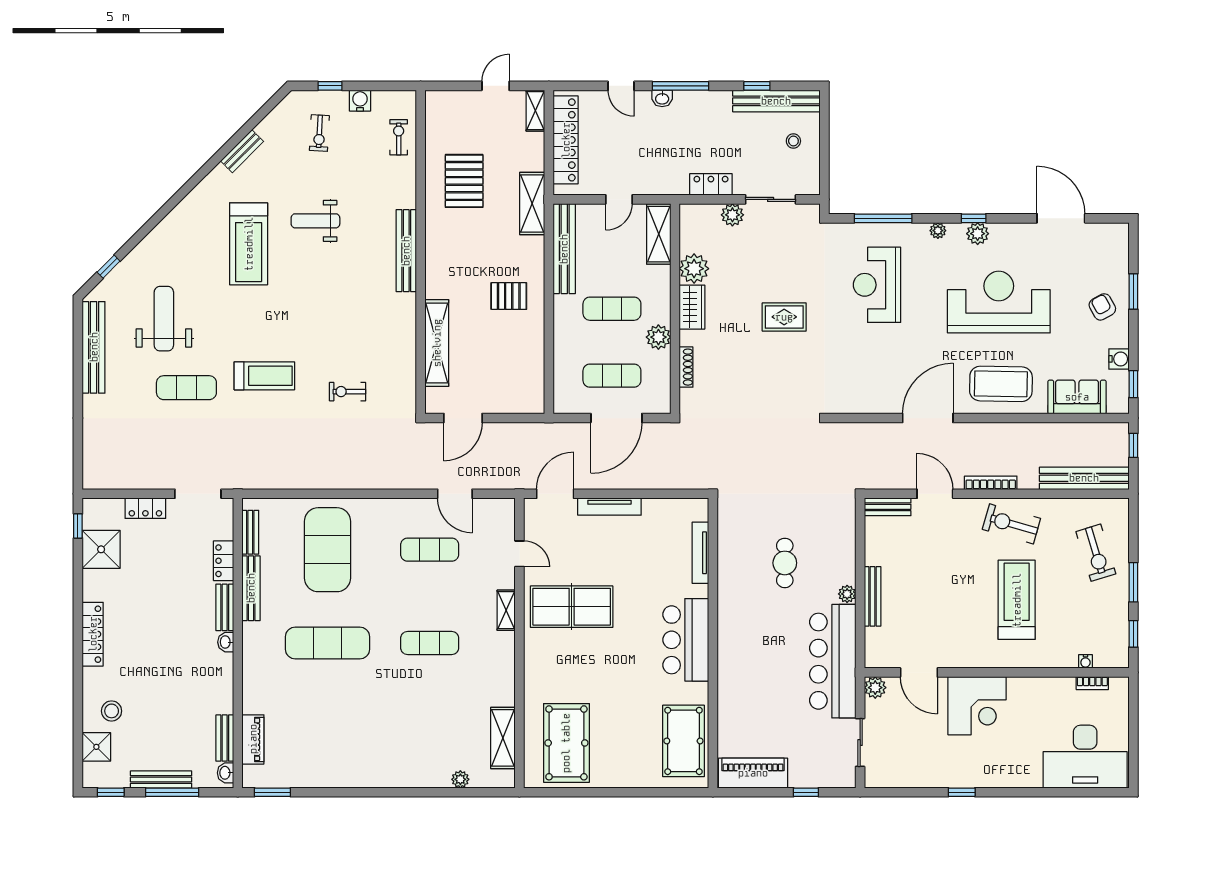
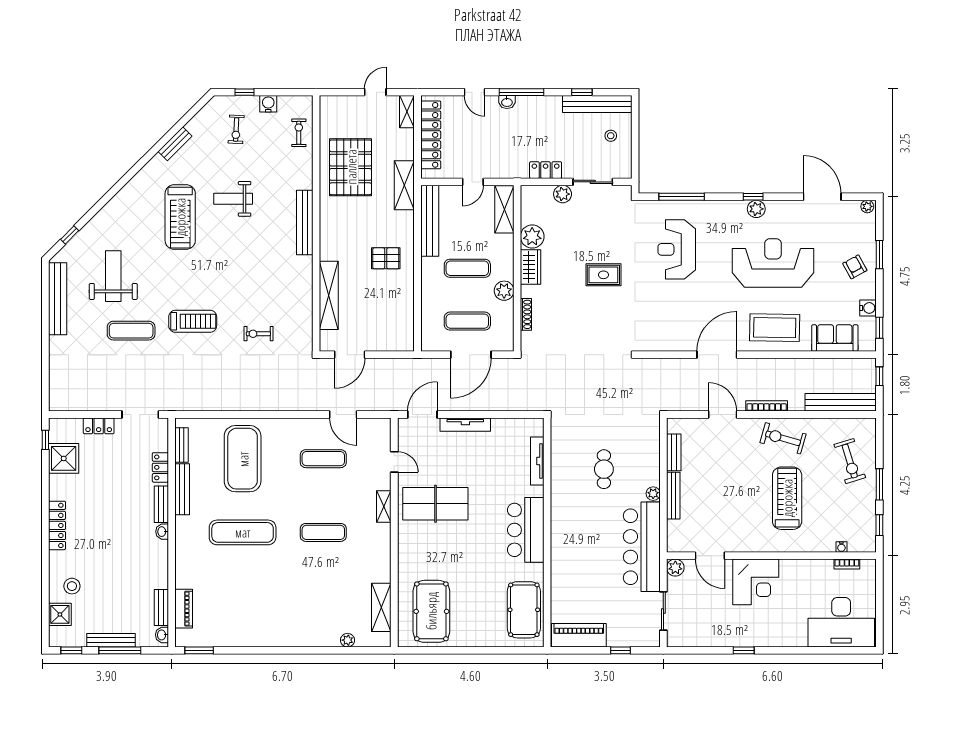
pallet: (464, 181) -> (351, 167), width x1.37, depth x1.41
plant: (938, 231) -> (867, 206), moved
bench: (888, 507) -> (674, 452), moved, turned 90

